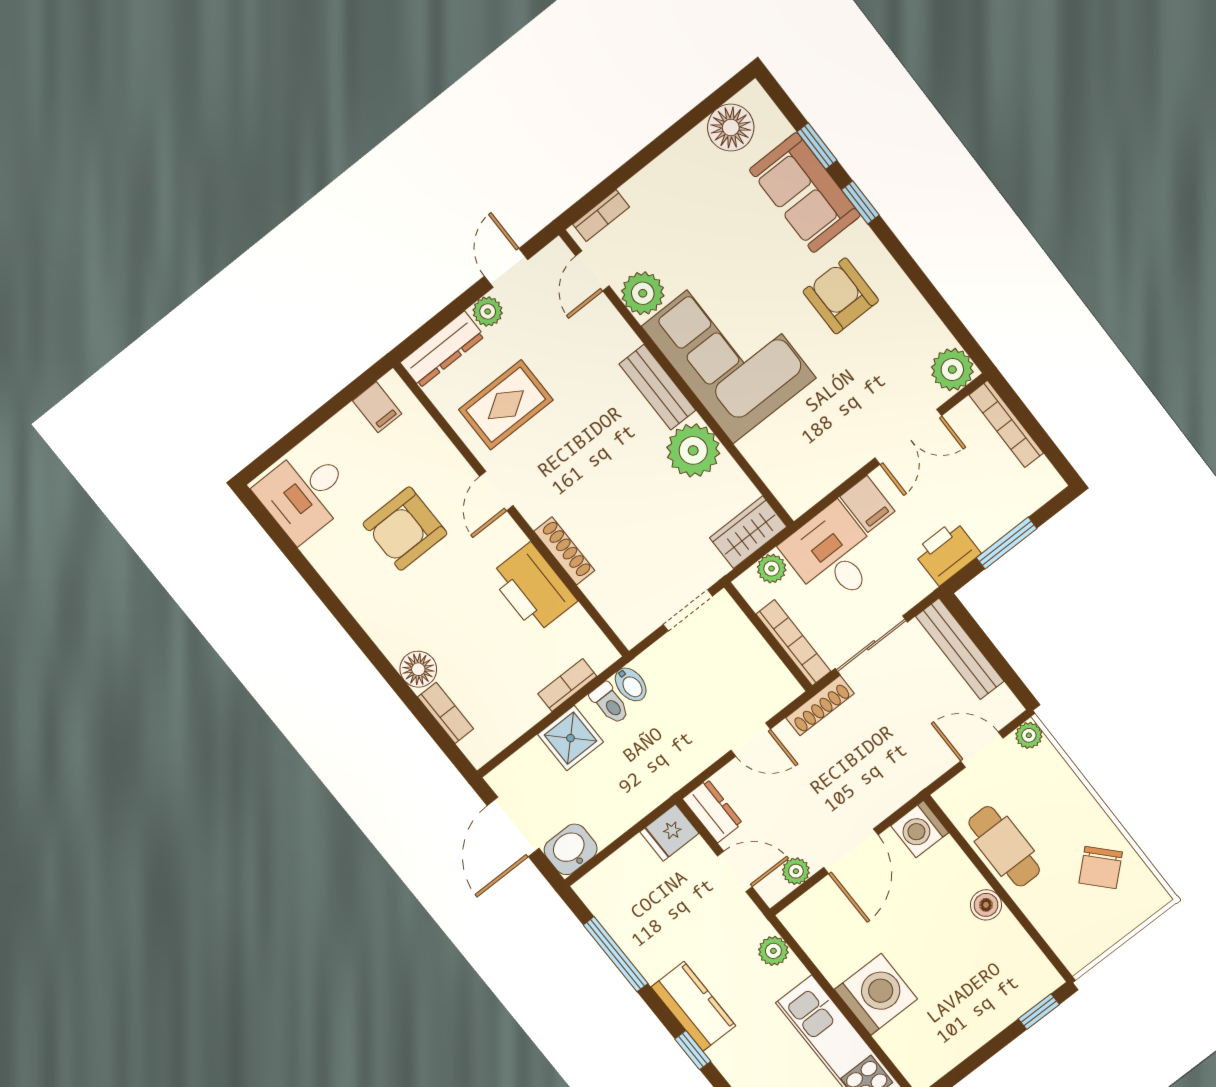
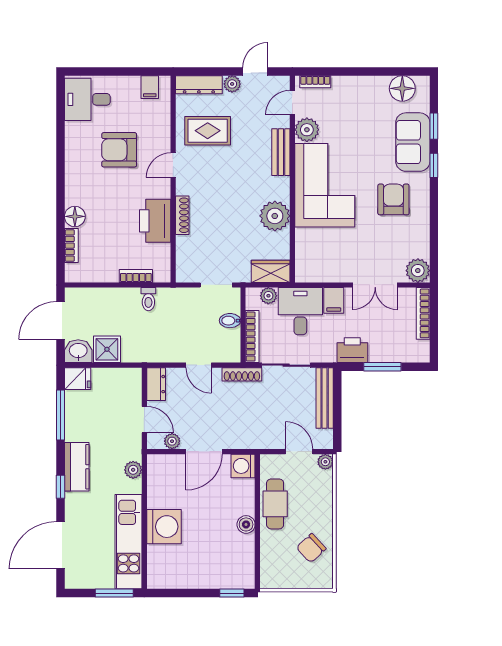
bench: (657, 387) -> (281, 152), moved
bidet: (631, 684) -> (230, 321), moved, turned 90
shower: (570, 738) -> (107, 349), moved
fridge: (669, 833) -> (78, 379), moved, turned 180

